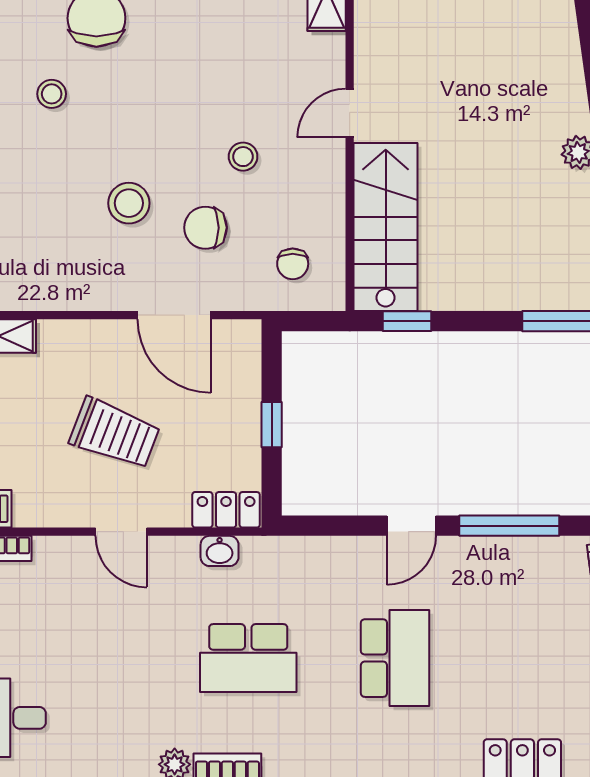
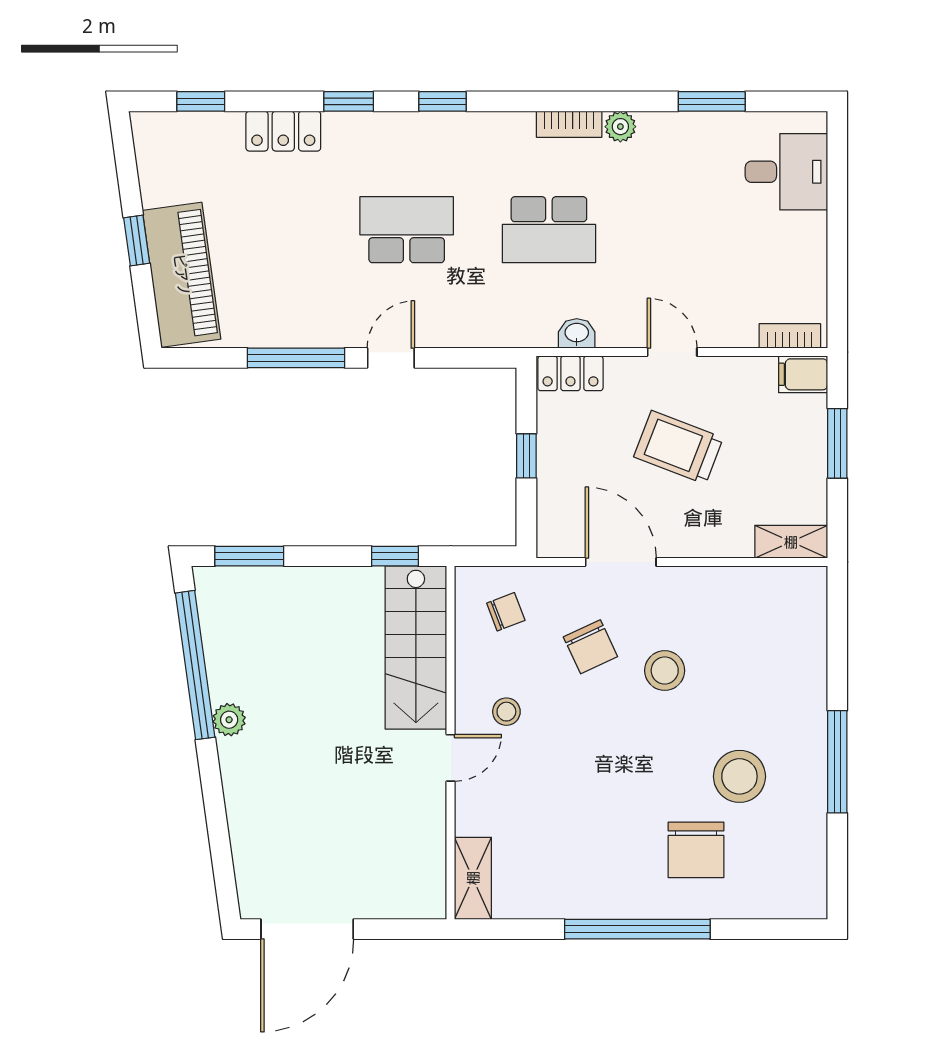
stool: (52, 94) -> (739, 776), width x1.89, depth x1.89
stool: (243, 157) -> (506, 712), moved
chair: (205, 228) -> (590, 647), turned 65
chair: (293, 264) -> (506, 612), turned 69
school desk: (248, 658) -> (549, 230), turned 180
school desk: (395, 658) -> (407, 230), turned 90

